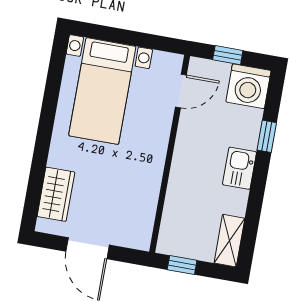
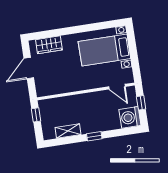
window: (267, 136) -> (94, 136), moved
kitchen sink: (240, 168) -> (90, 126), removed
shelving: (229, 241) -> (68, 131), moved

